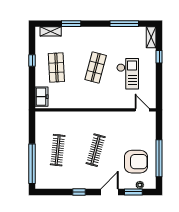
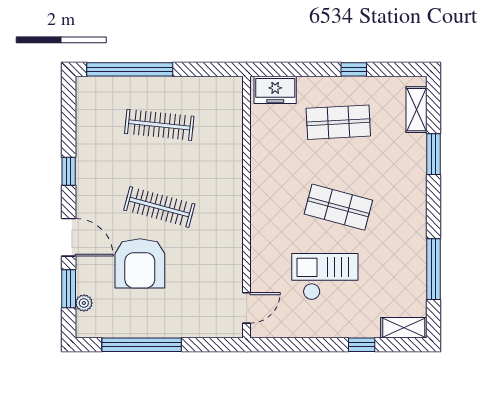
checkout: (128, 74) -> (325, 277), turned 180
armchair: (136, 162) -> (140, 263), moved

